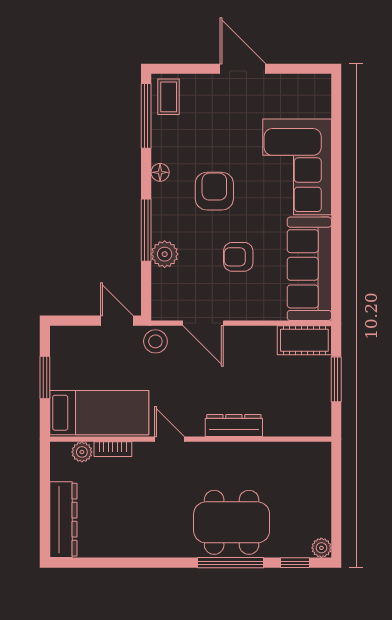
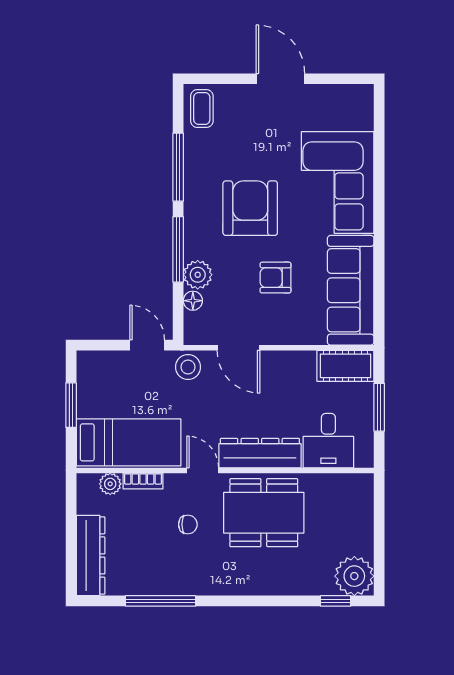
window: (146, 116) -> (178, 167), moved
floor lamp: (160, 172) -> (193, 301), moved
armchair: (214, 191) -> (250, 208), width x1.36, depth x1.36
desk: (288, 411) -> (328, 441), added
dresser: (234, 426) -> (260, 453), width x1.37, depth x1.24
chair: (155, 490) -> (188, 524), added
dining table: (232, 522) -> (264, 513), moved
plant: (321, 548) -> (354, 576), width x1.87, depth x1.87
window: (230, 563) -> (160, 601), moved

